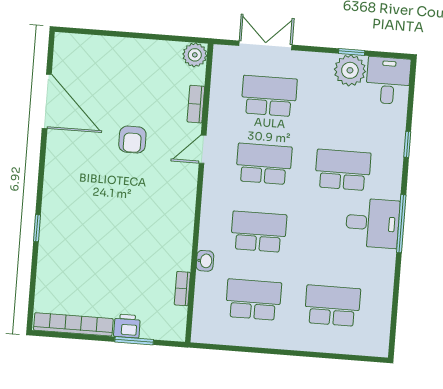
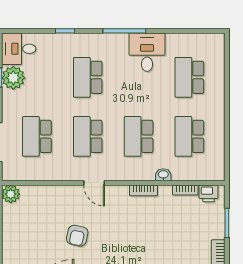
bookcase: (196, 104) -> (143, 190), moved
armchair: (132, 140) -> (77, 236), turned 102
door: (203, 149) -> (94, 183), moved
desk: (373, 223) -> (147, 52), moved
printer: (127, 326) -> (209, 193), moved, turned -90

